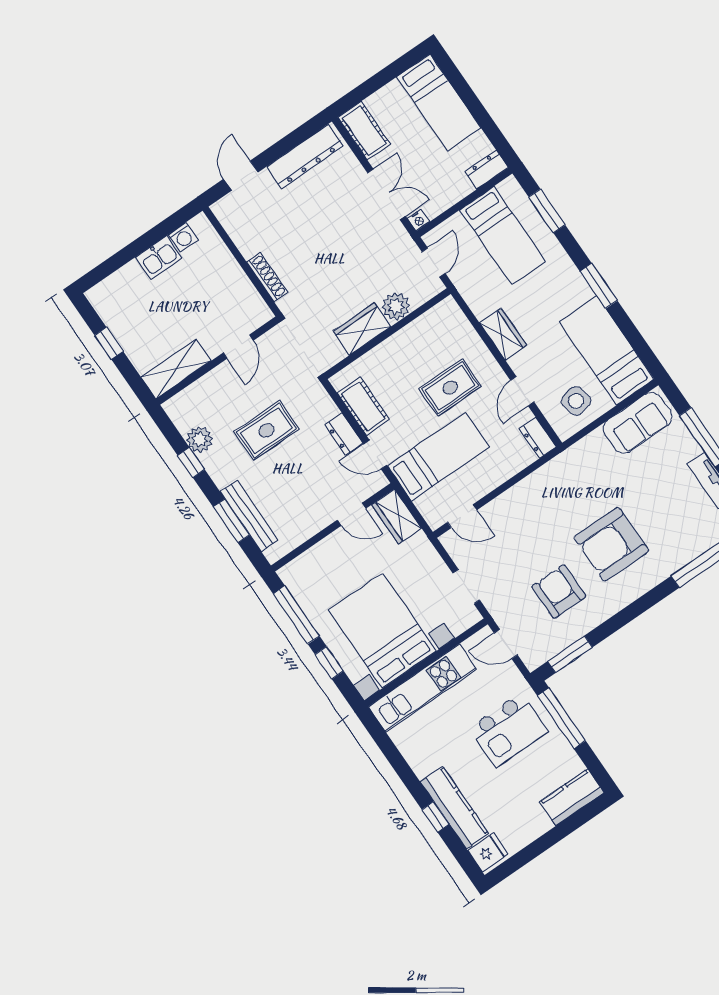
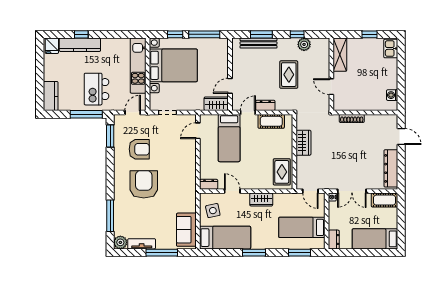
kitchen sink: (159, 258) -> (391, 48), moved
plant: (396, 306) -> (303, 163), removed
rug: (450, 387) -> (282, 172), moved

